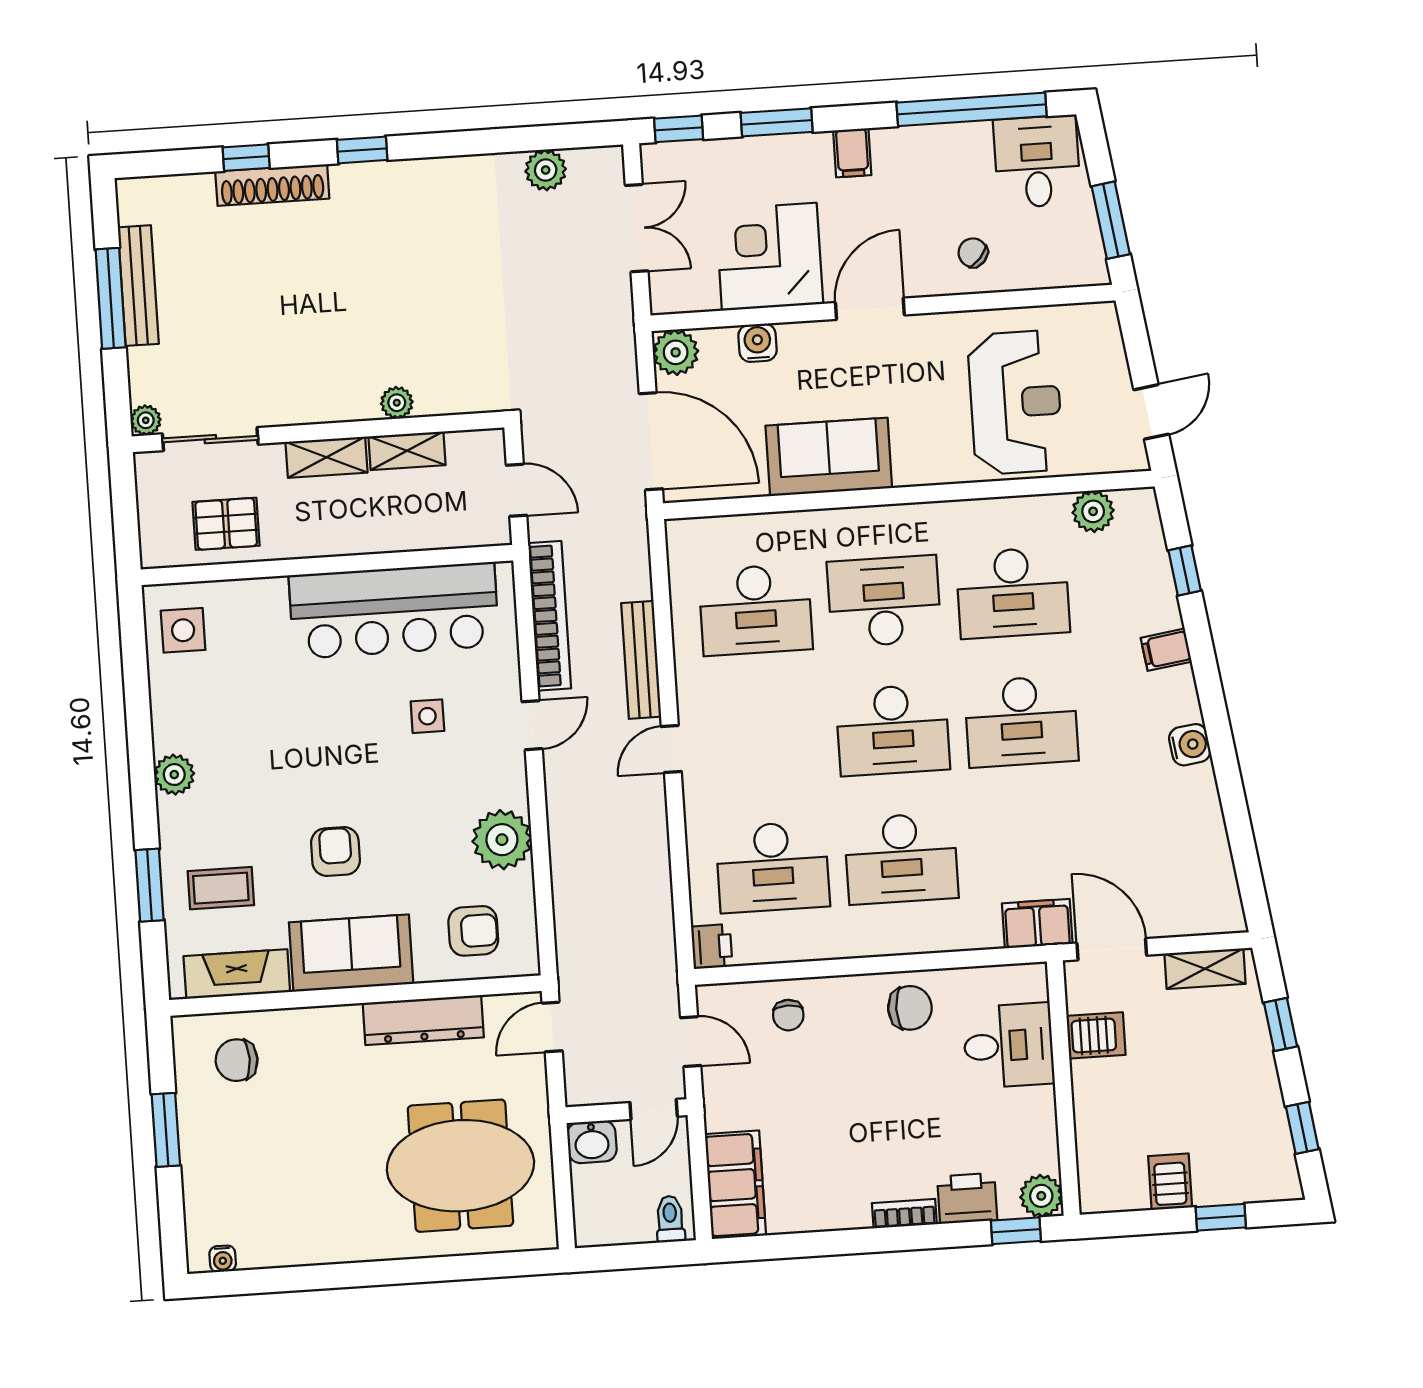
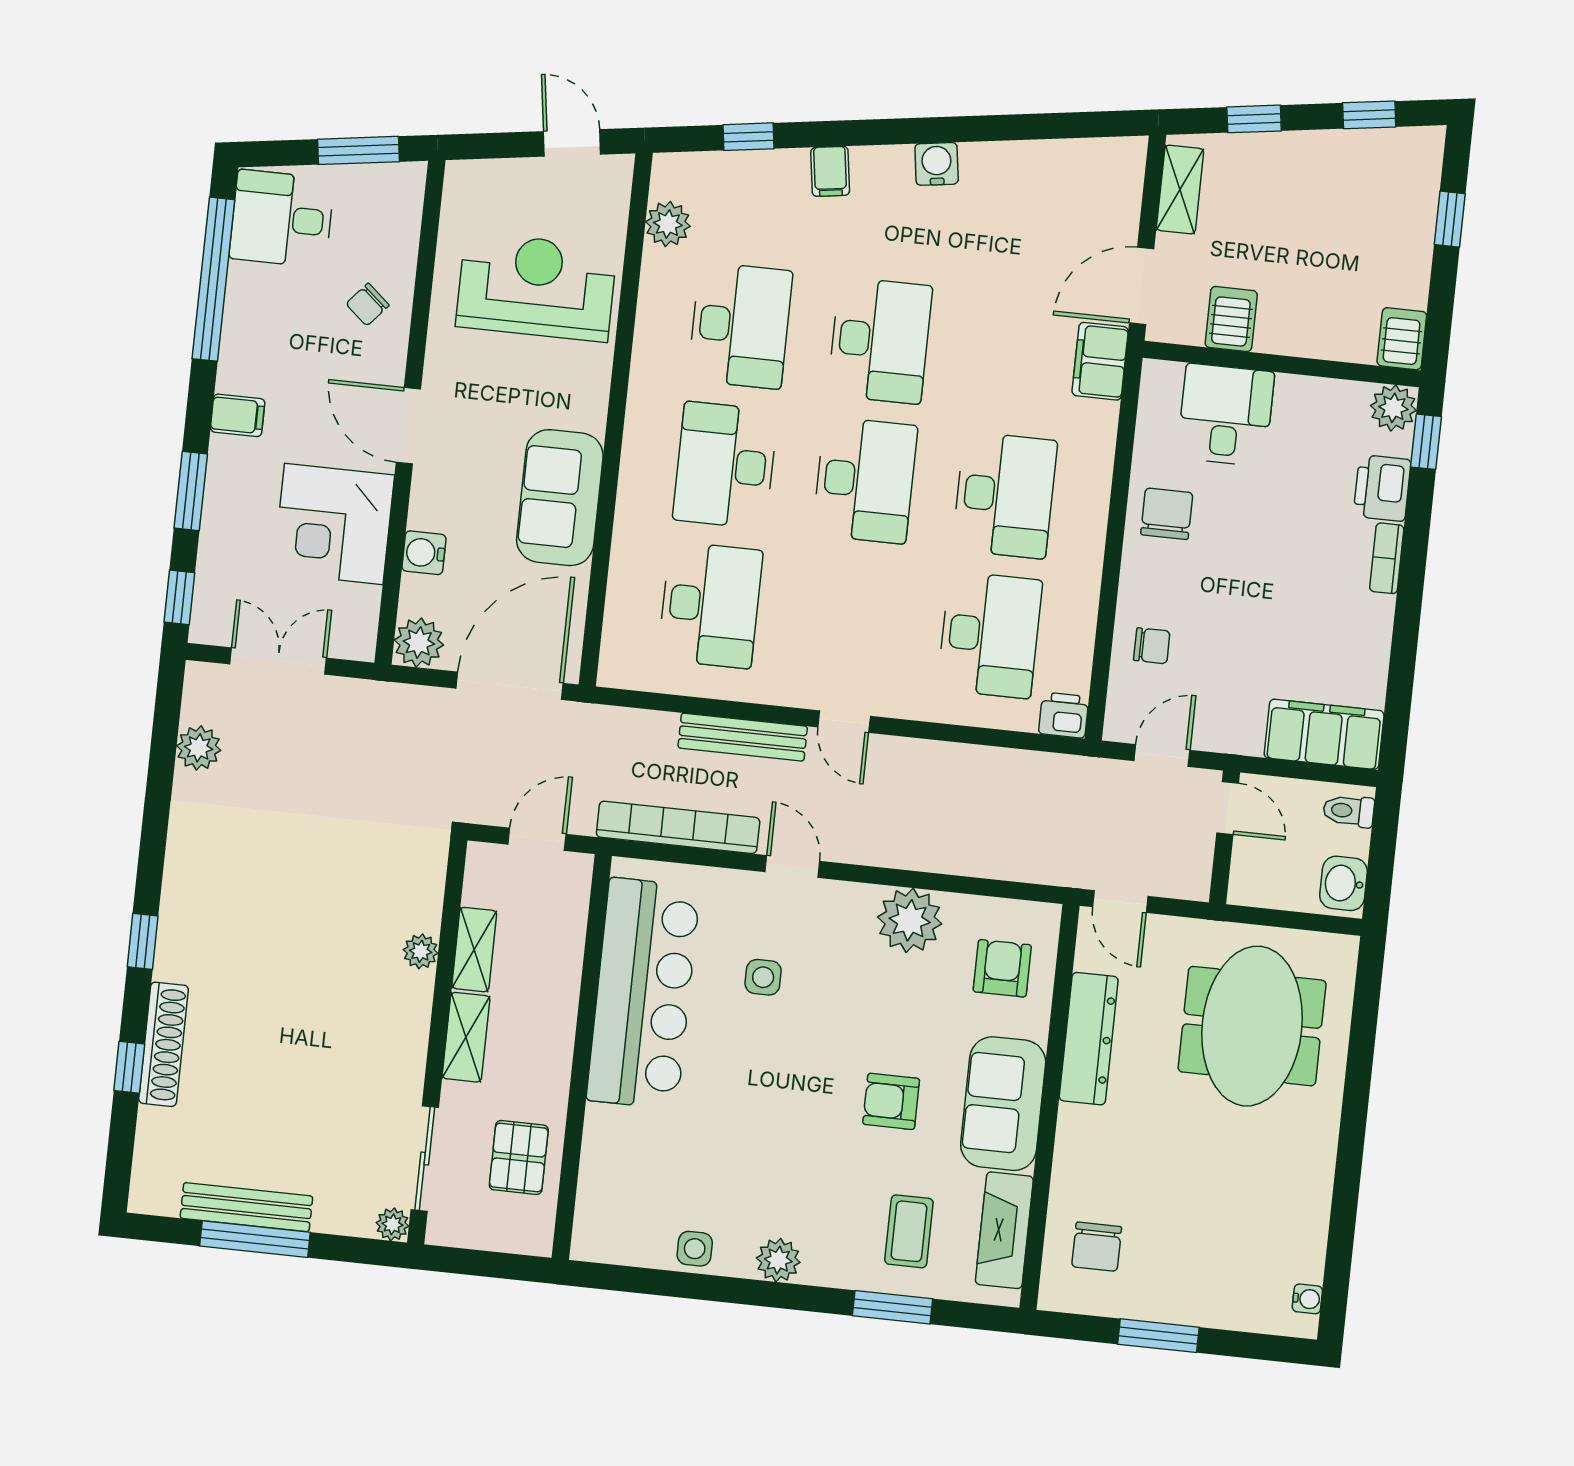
side table: (183, 630) -> (695, 1249), moved, width x0.73, depth x0.73
washbasin: (592, 1142) -> (1343, 883), moved, turned 180
server rack: (1170, 1182) -> (1402, 339), moved, turned 90

